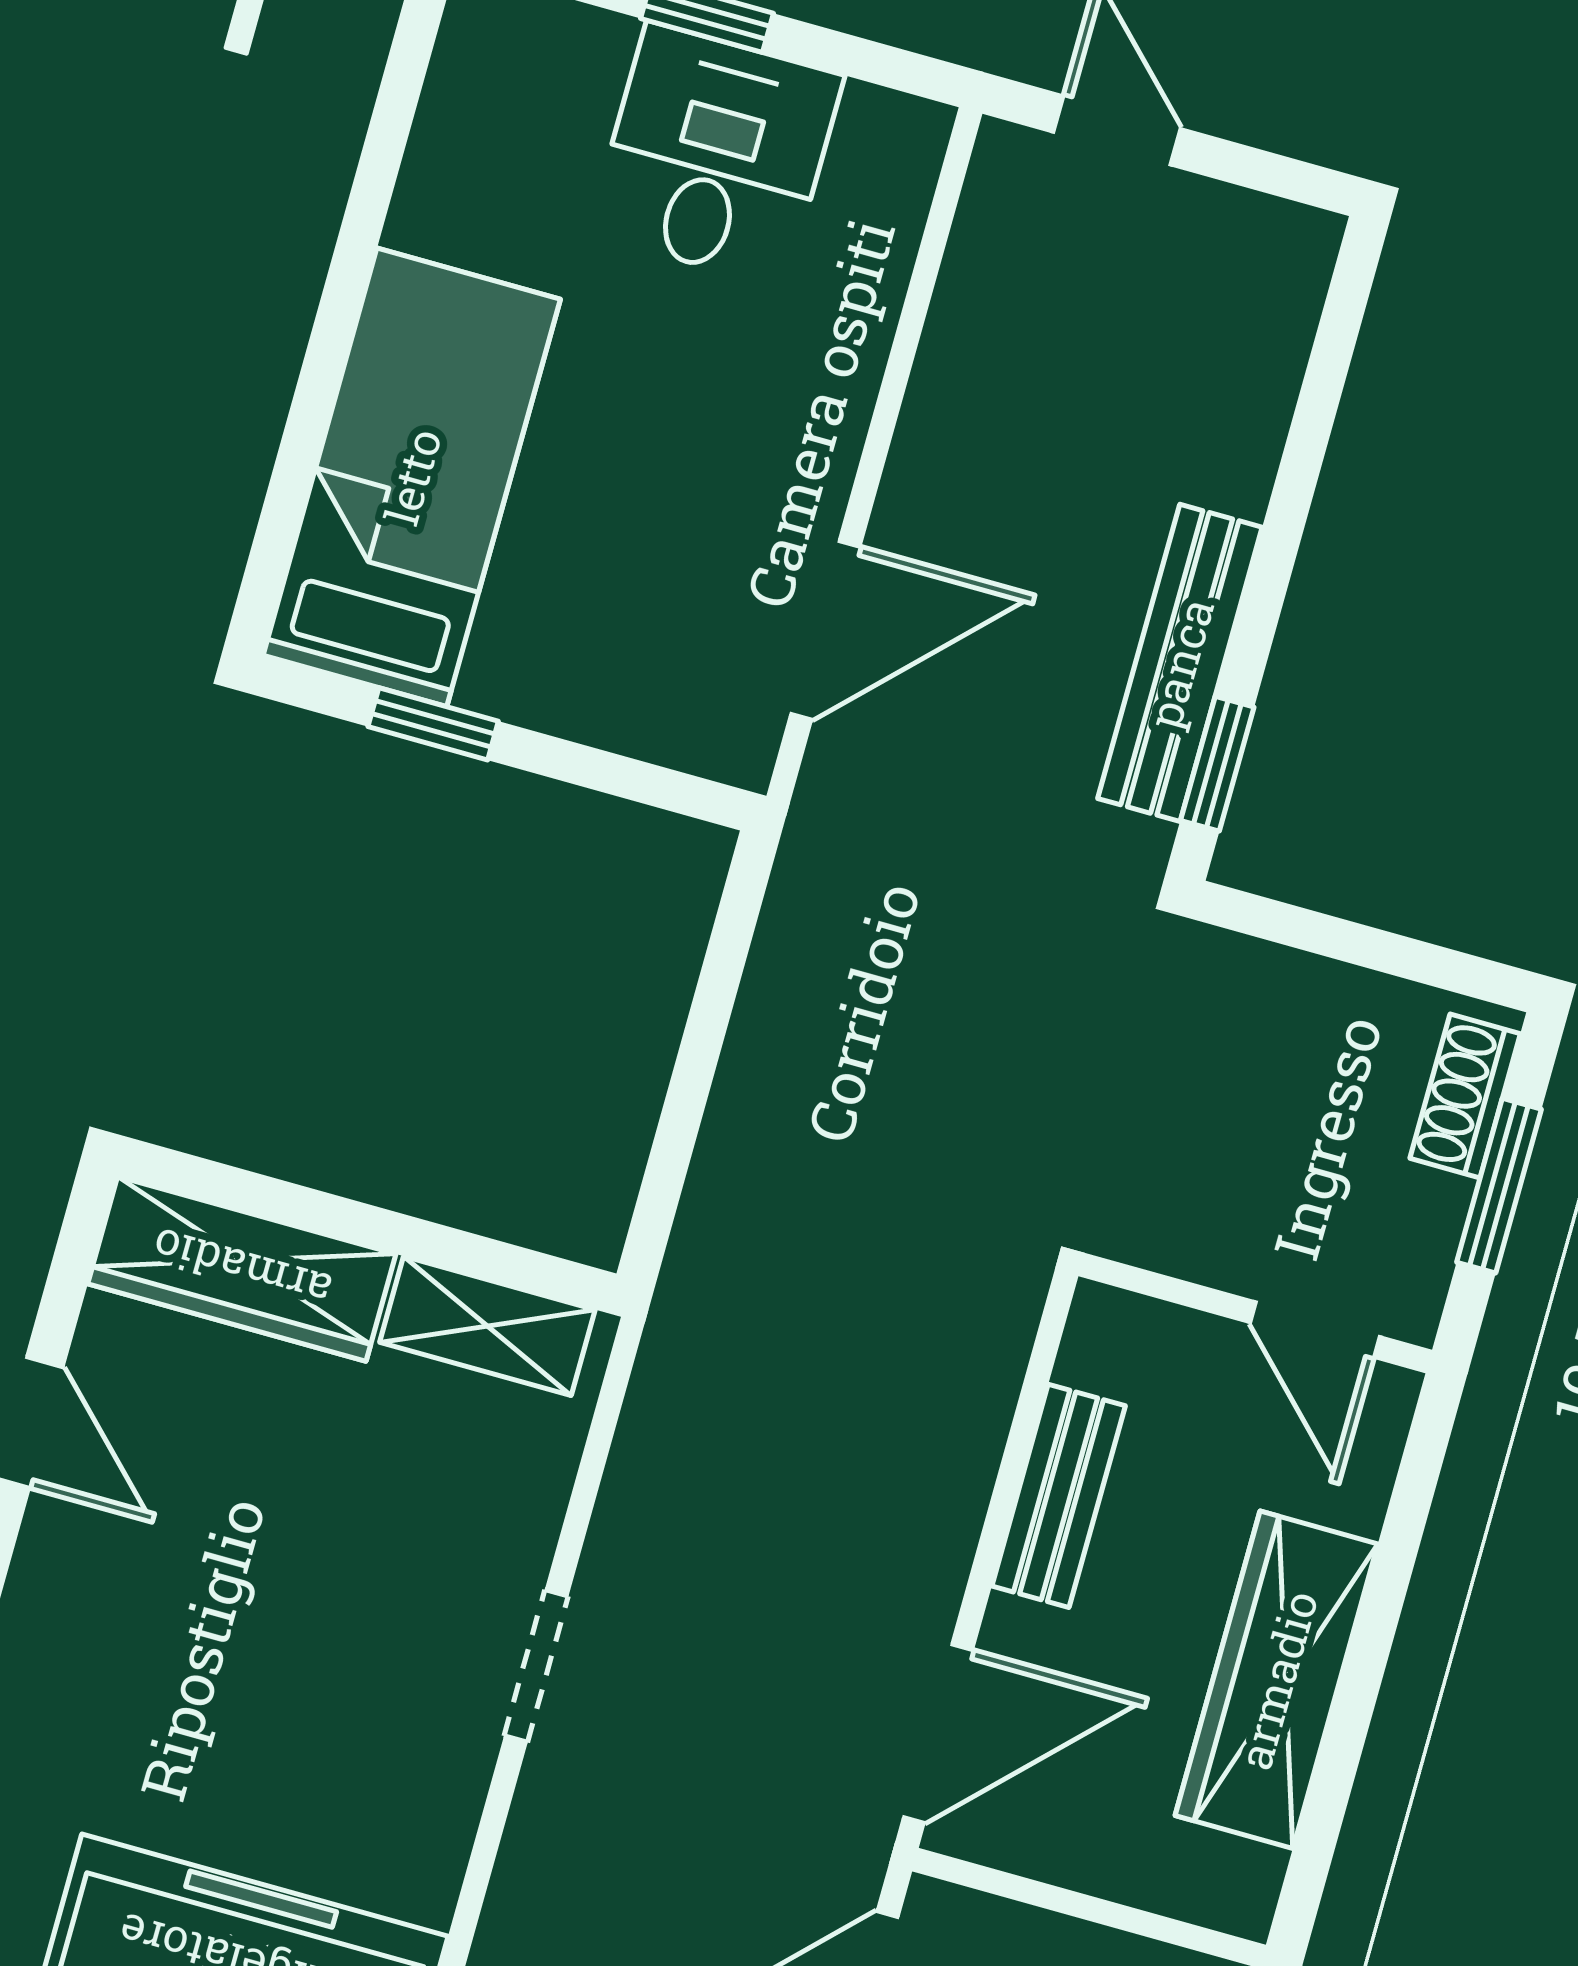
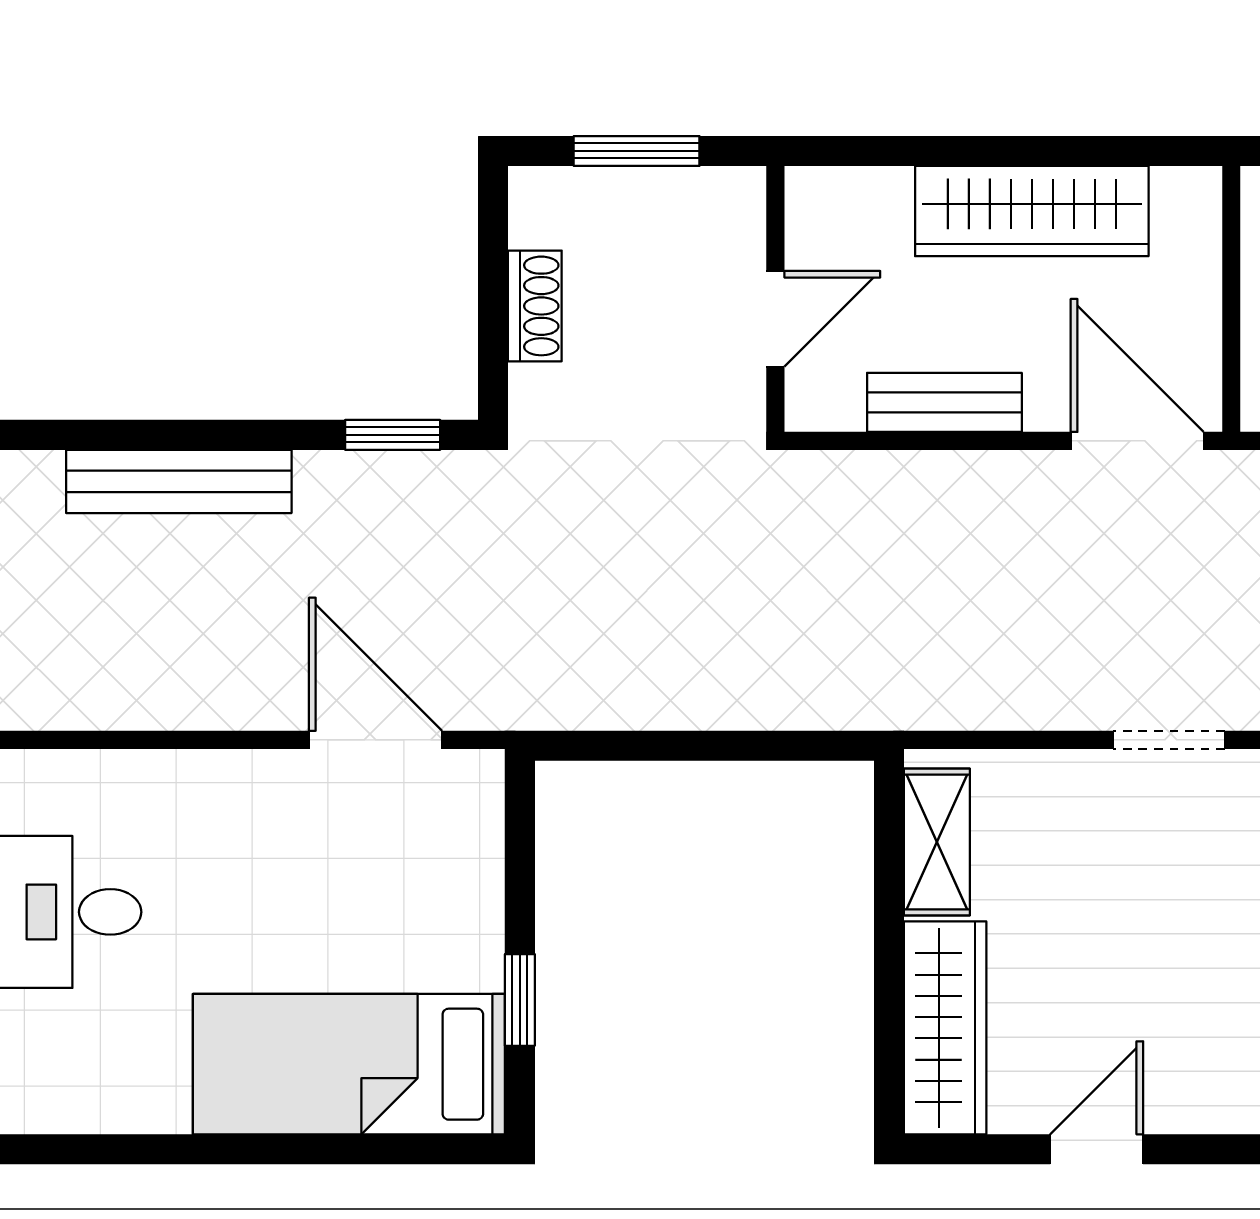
bench: (1180, 663) -> (179, 481), moved
shoe rack: (1465, 1096) -> (535, 306), moved, turned -90
door: (1315, 1330) -> (775, 319), moved

